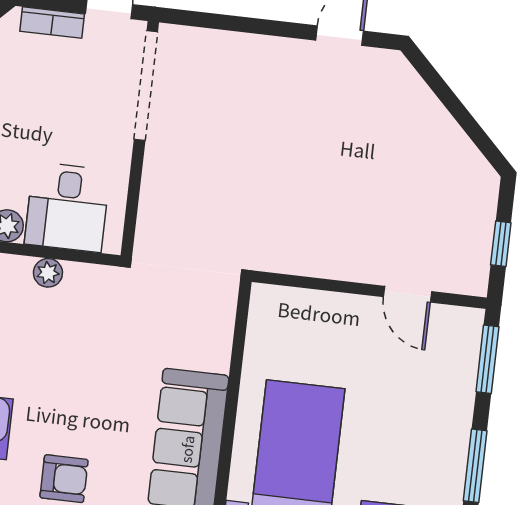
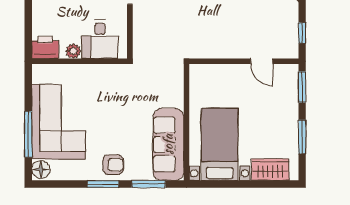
plant: (48, 273) -> (95, 71), removed

